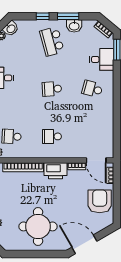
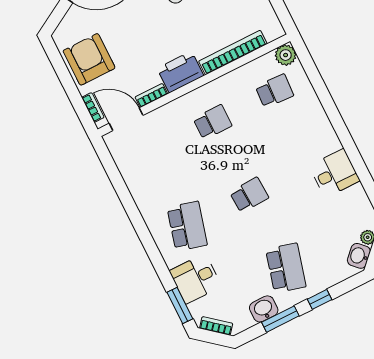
school desk: (52, 41) -> (286, 268), turned 30
school desk: (92, 89) -> (187, 226), width x1.85
armchair: (100, 201) -> (89, 59), turned 180

